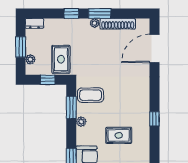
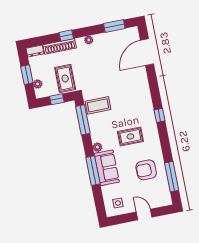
window: (100, 13) -> (114, 26), moved
shoe rack: (118, 24) -> (60, 46), moved
window: (71, 108) -> (83, 120), width x1.44
plant: (81, 122) -> (97, 147), moved

